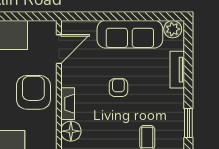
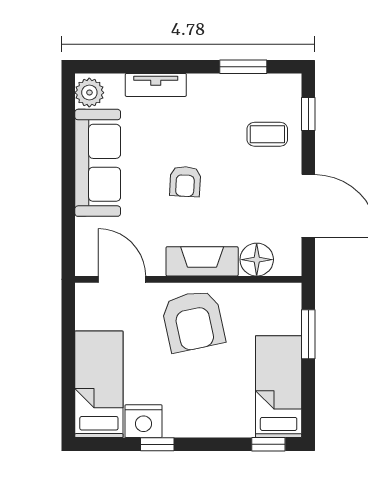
armchair: (118, 88) -> (185, 182), turned -87
armchair: (33, 92) -> (193, 321), turned -102
fireplace: (68, 104) -> (202, 261), width x1.37, depth x1.32

